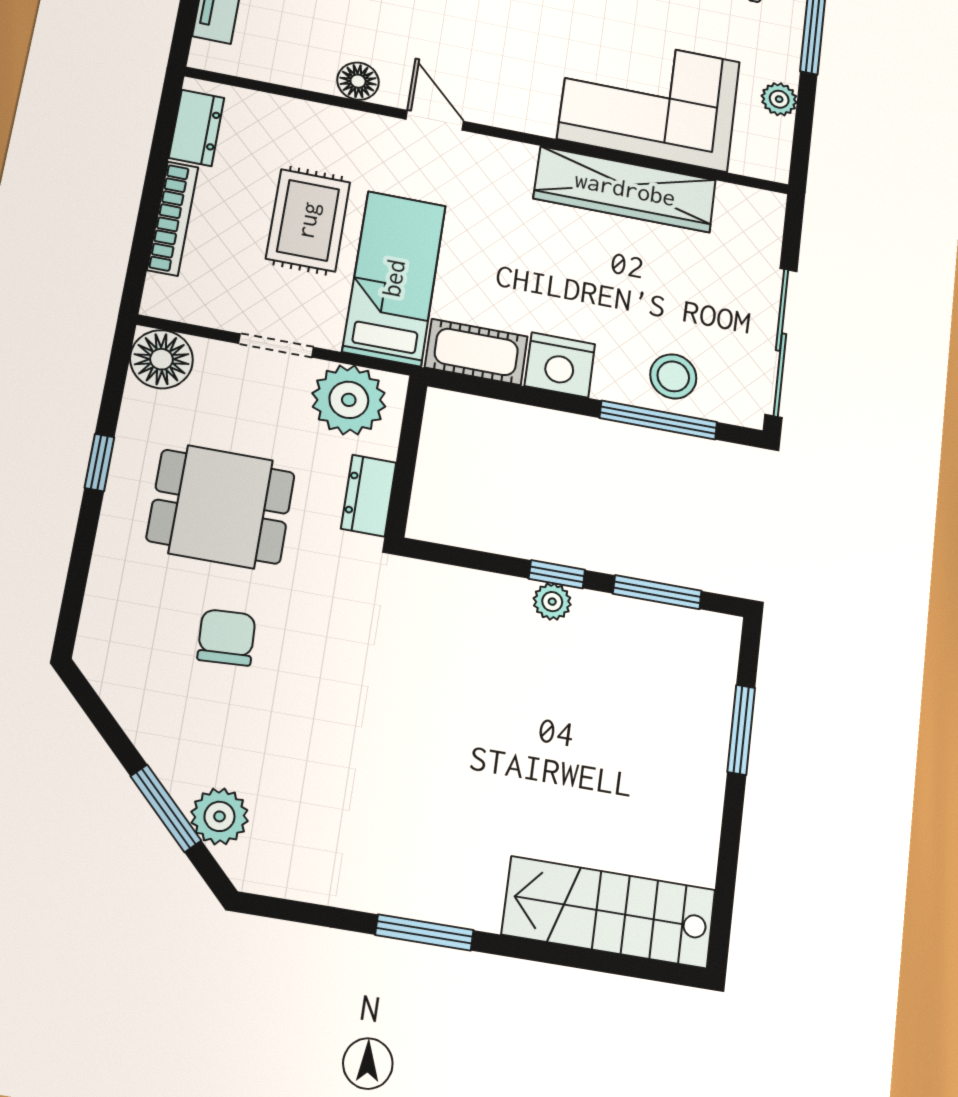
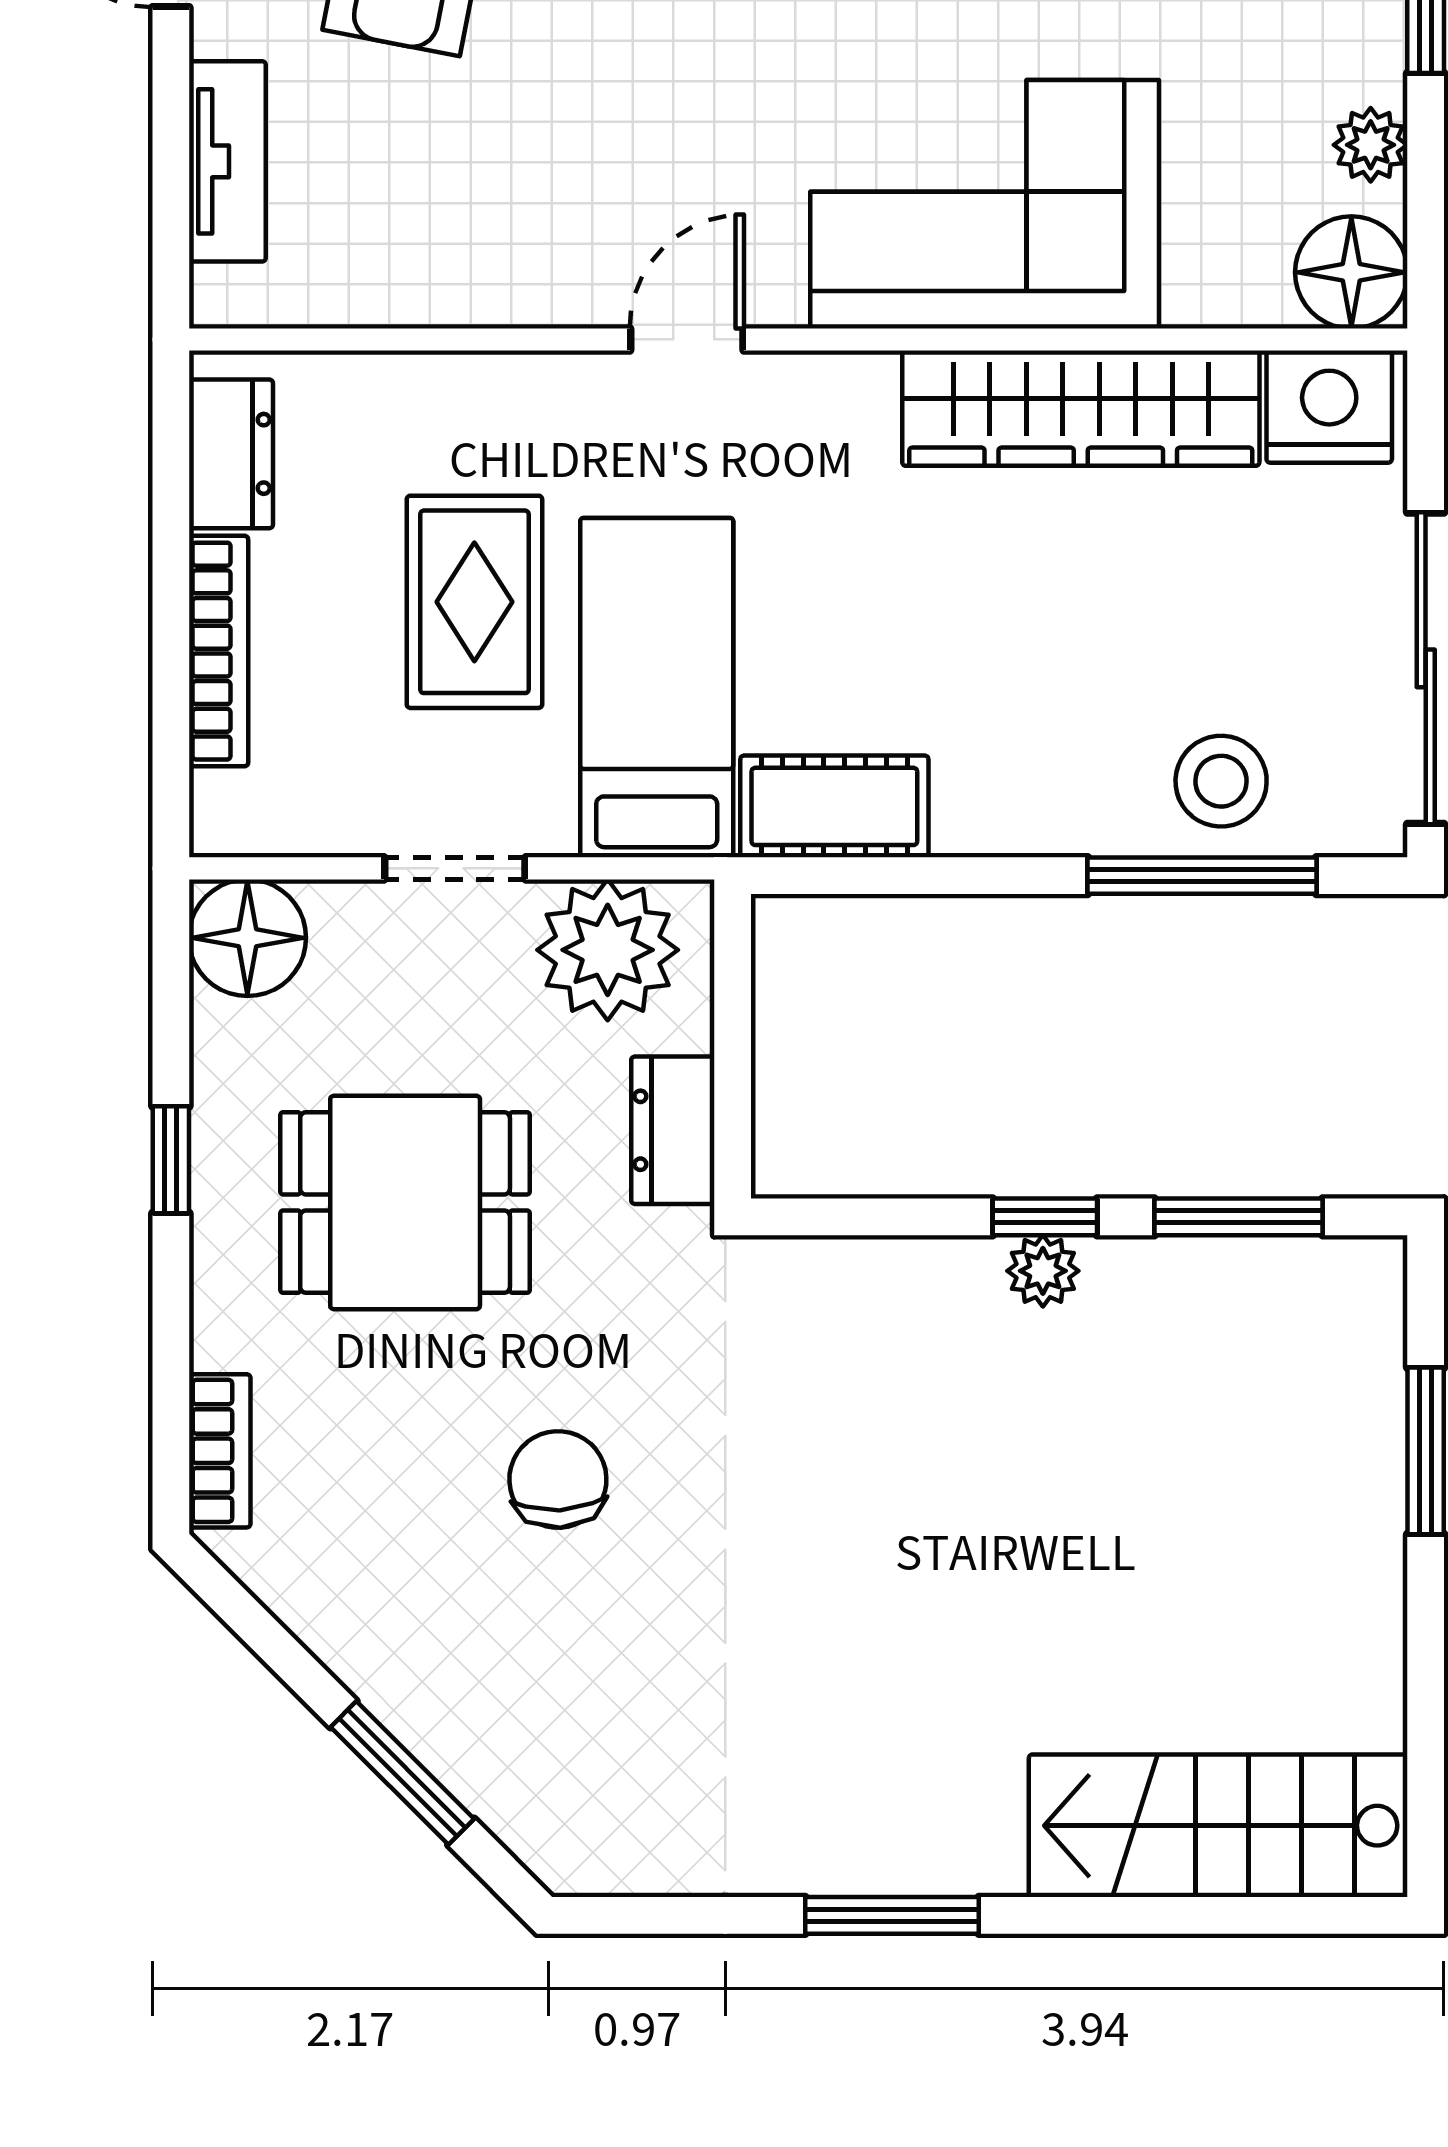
floor lamp: (358, 81) -> (1351, 272), moved, width x1.38, depth x1.38
corner sofa: (649, 100) -> (985, 204), moved
door: (435, 120) -> (687, 339), hinge flipped
nightstand: (560, 365) -> (1329, 407), moved, turned 180
bookcase: (97, 617) -> (220, 1451), added
chair: (226, 637) -> (558, 1479), moved
plant: (219, 816) -> (499, 1771), removed

